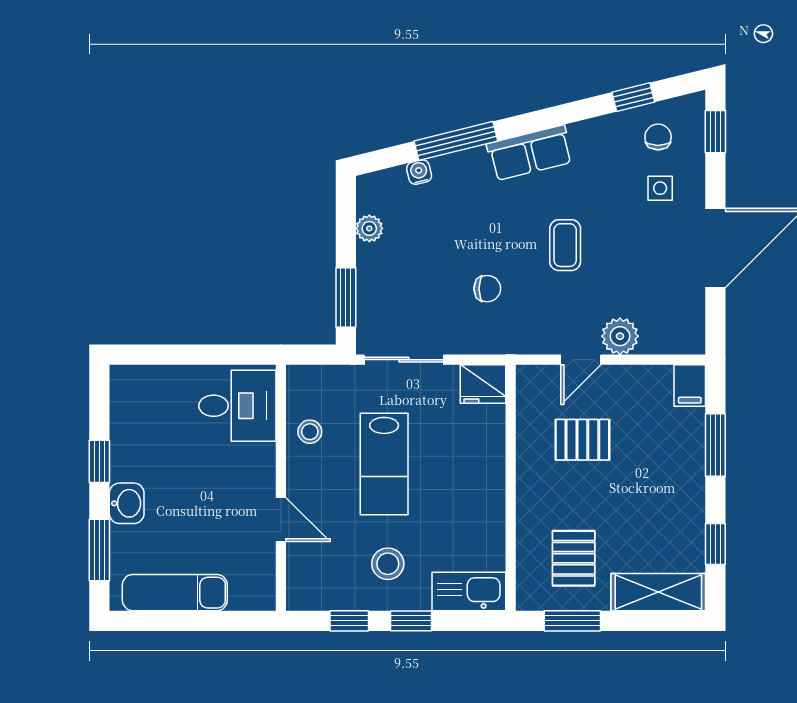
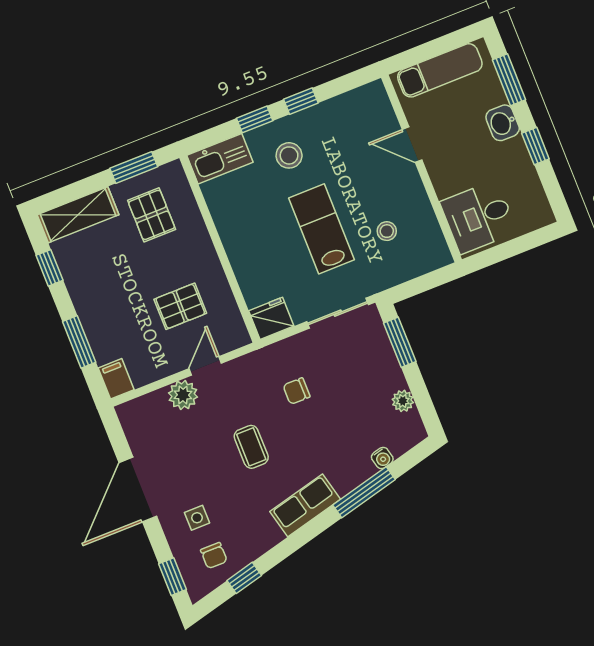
desk: (237, 406) -> (479, 217), moved
wall: (281, 488) -> (422, 169), moved
door: (281, 520) -> (412, 145), moved

